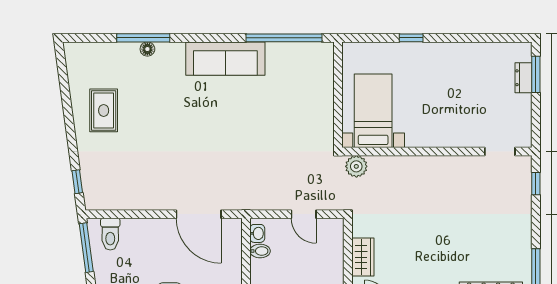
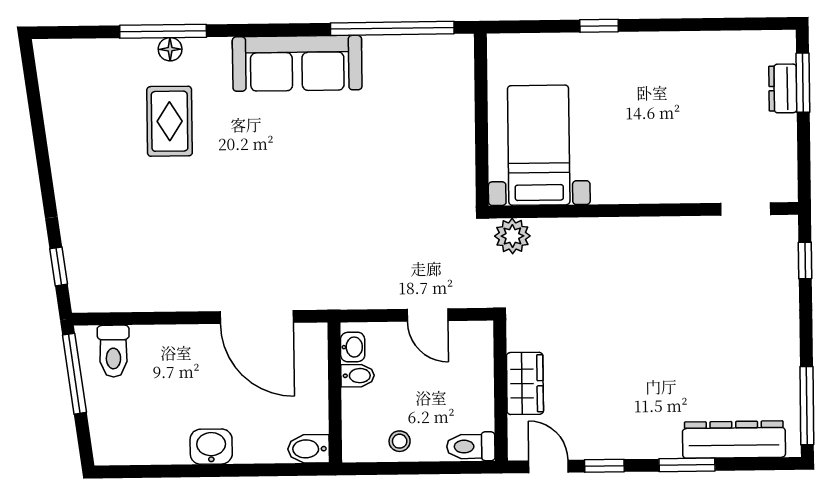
rug: (104, 110) -> (170, 121), moved

